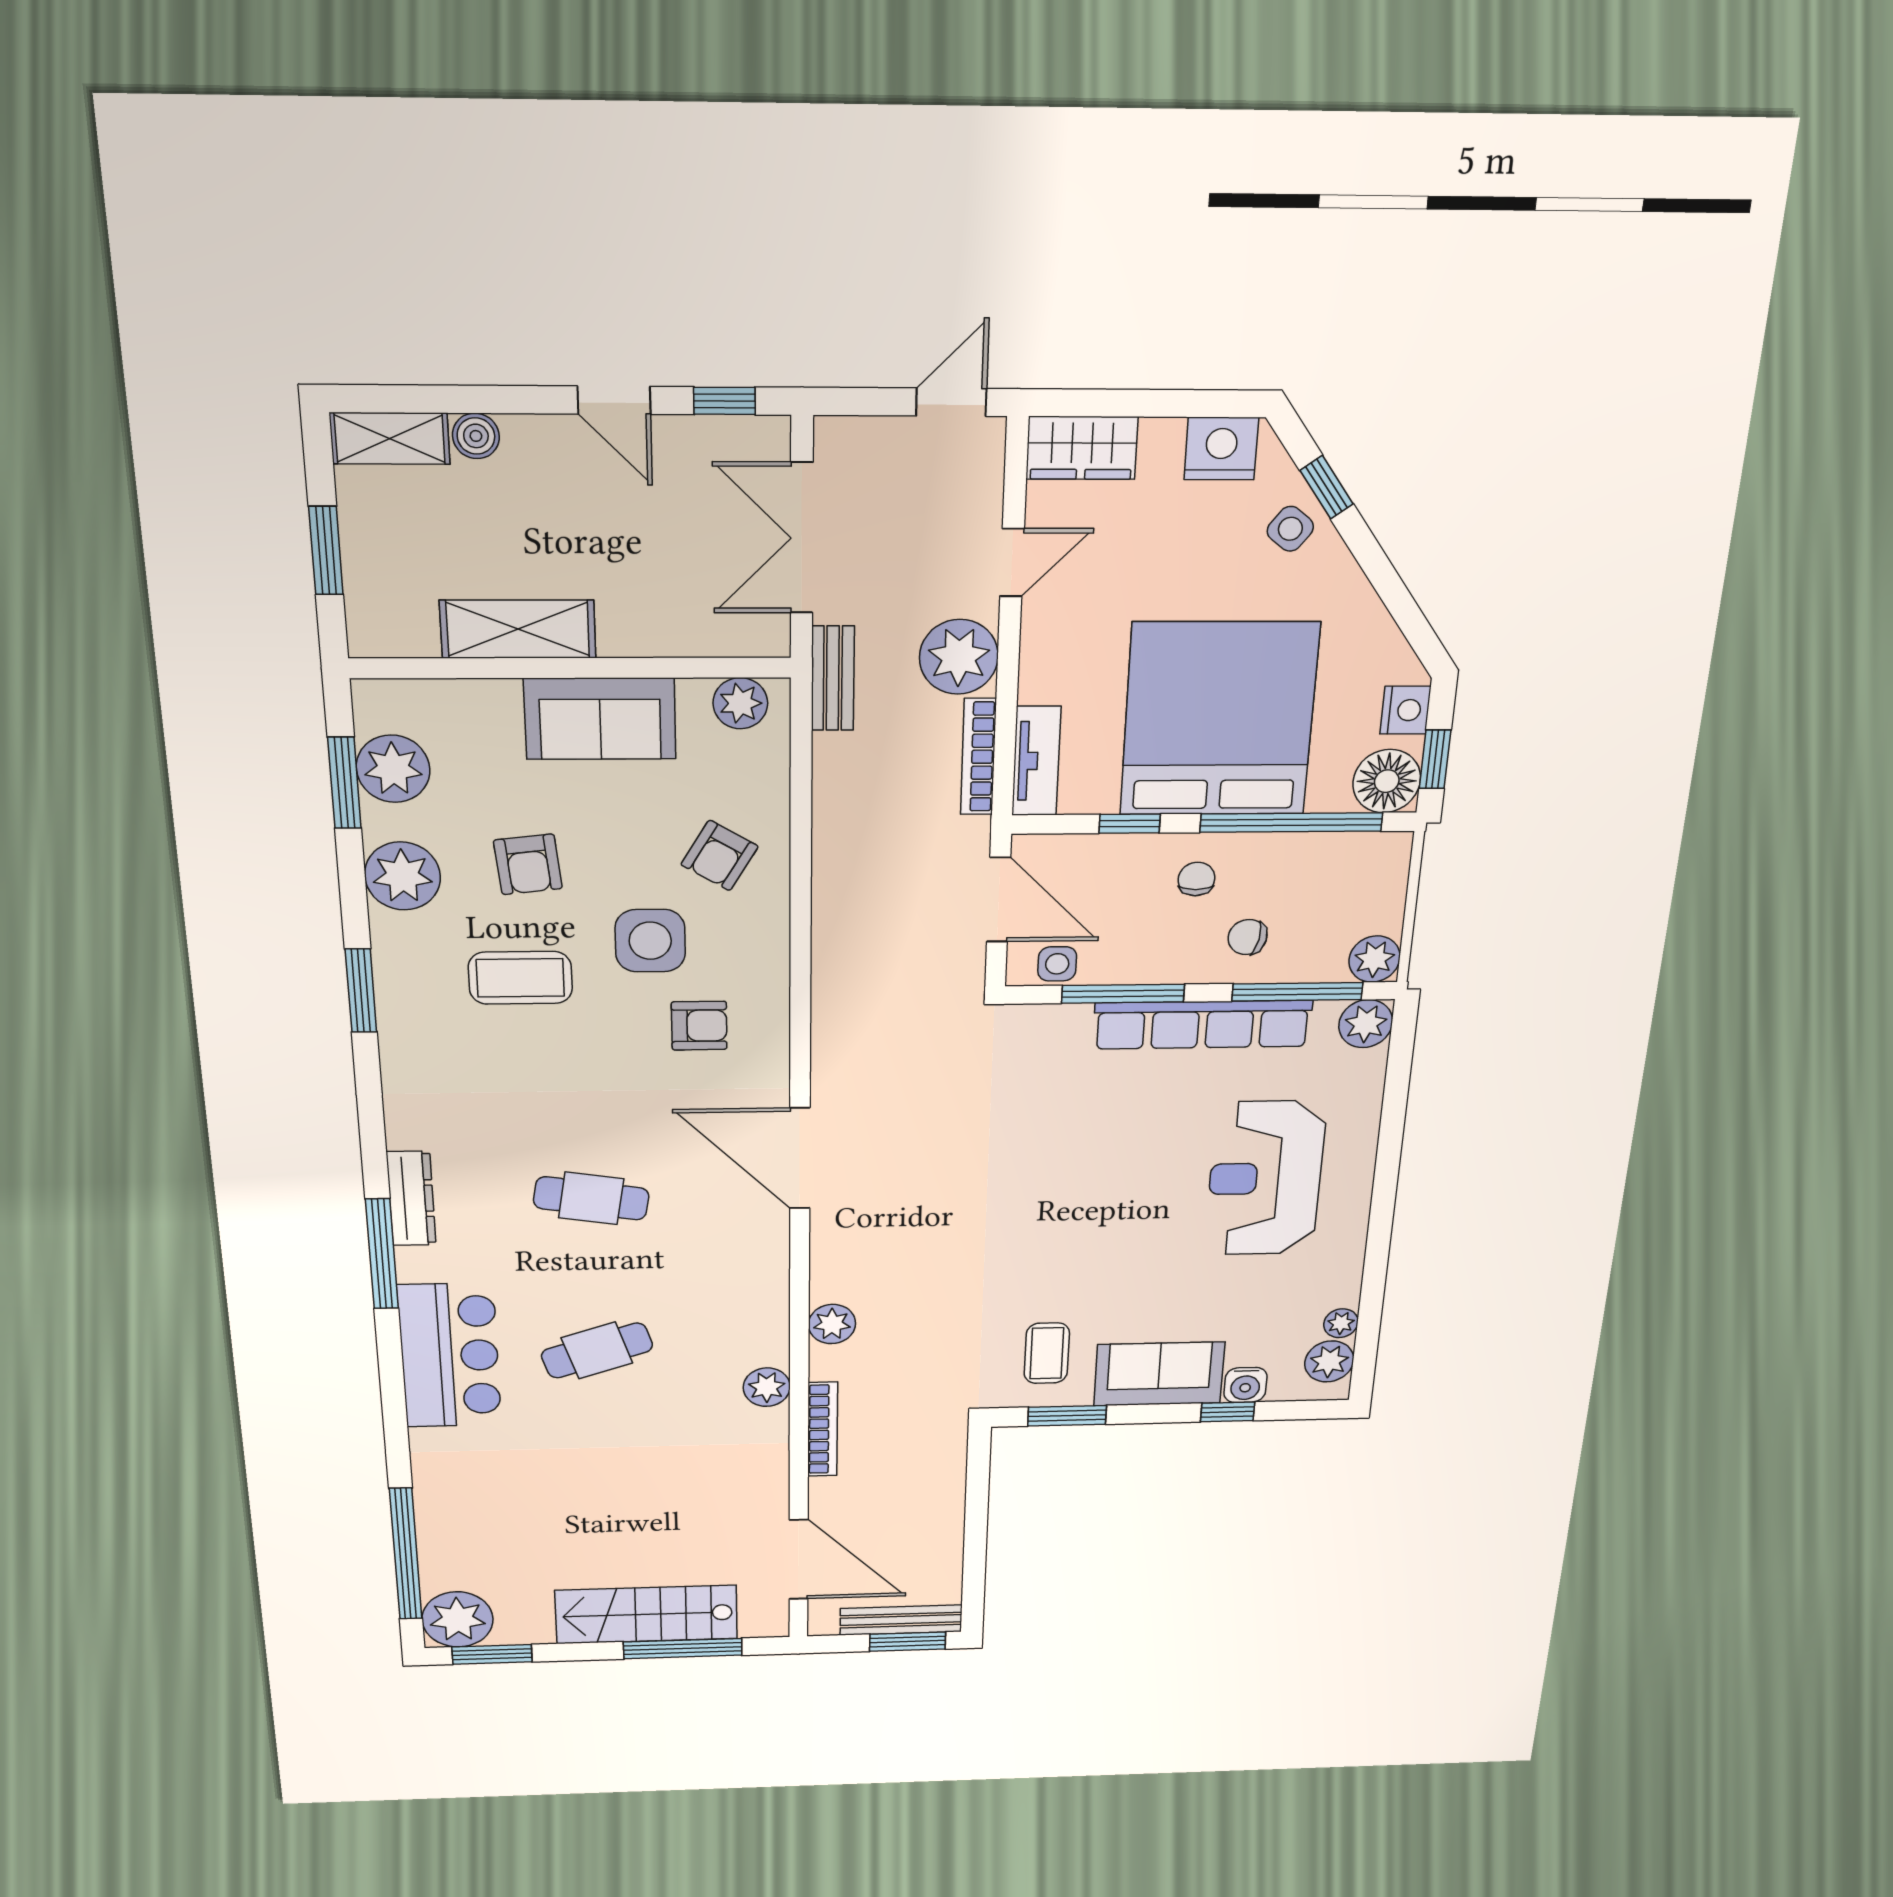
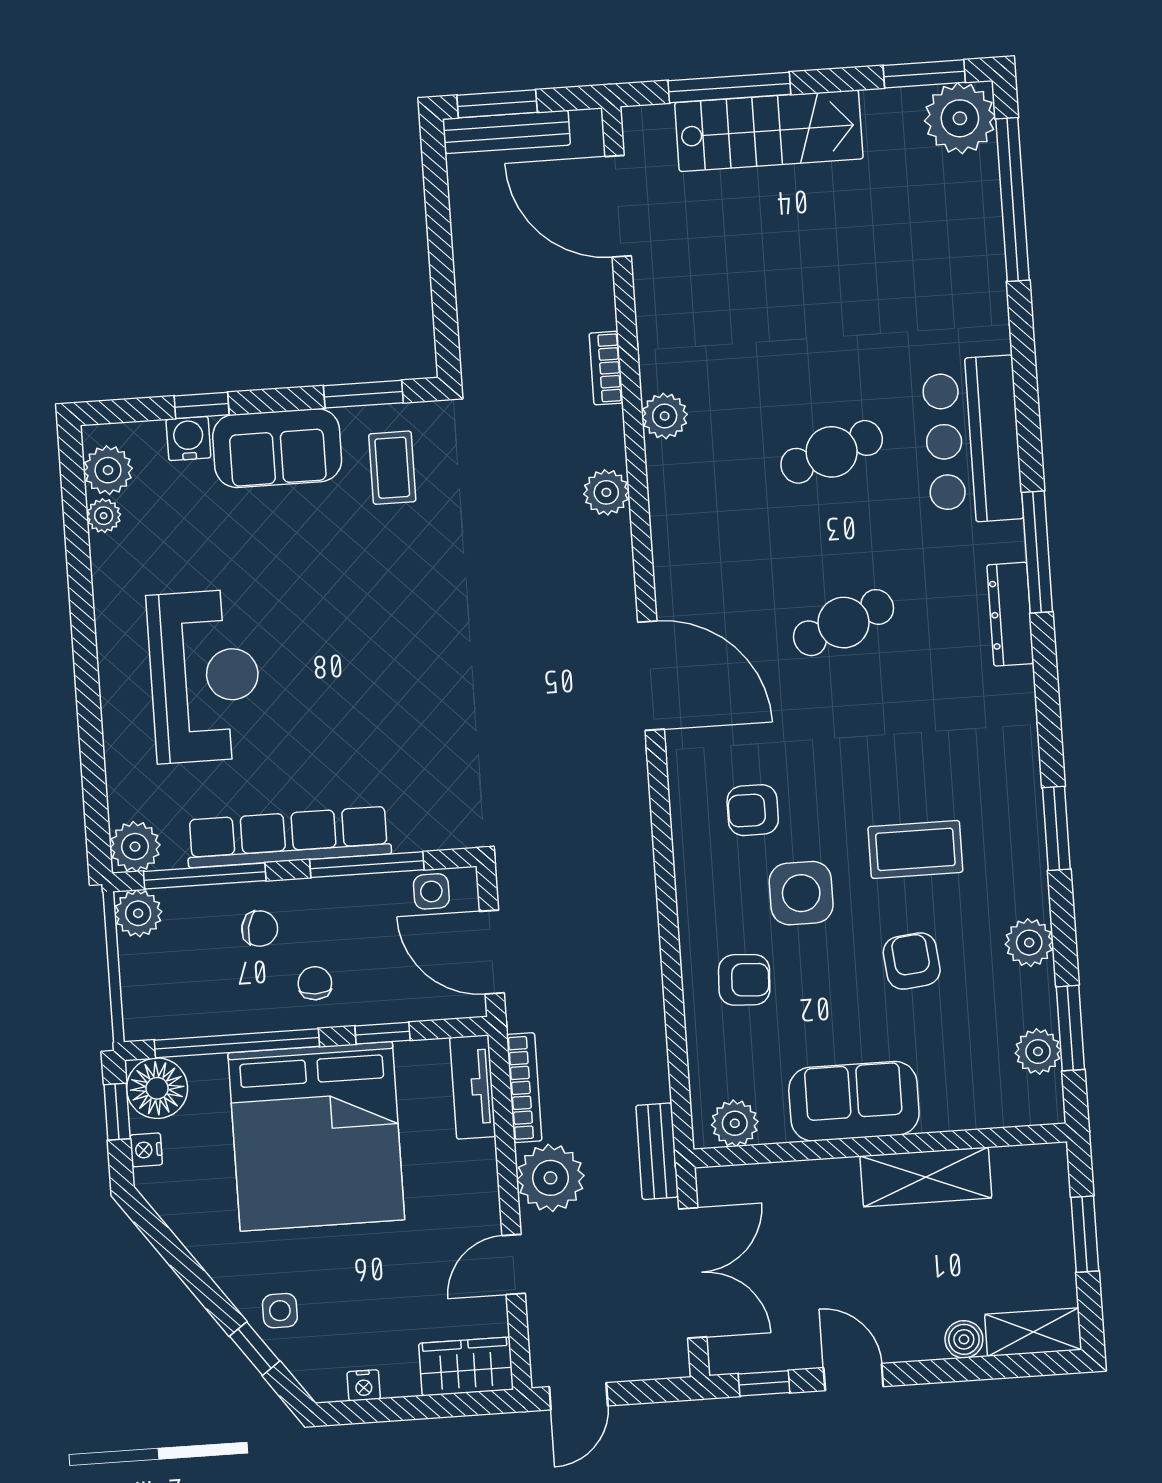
nightstand: (1221, 449) -> (364, 1385), width x0.53, depth x0.56
side table: (1290, 529) -> (280, 1311), turned -38
nightstand: (1405, 710) -> (146, 1150), width x0.72, depth x0.74
plant: (393, 769) -> (1038, 1051), width x0.73, depth x0.73
armchair: (720, 855) -> (744, 980), turned 62
plant: (402, 876) -> (1029, 943), width x0.73, depth x0.73
chair: (1196, 879) -> (315, 983), turned 180
cafe table: (591, 1198) -> (844, 623), turned -30
bookcase: (823, 1429) -> (606, 368), width x0.64

